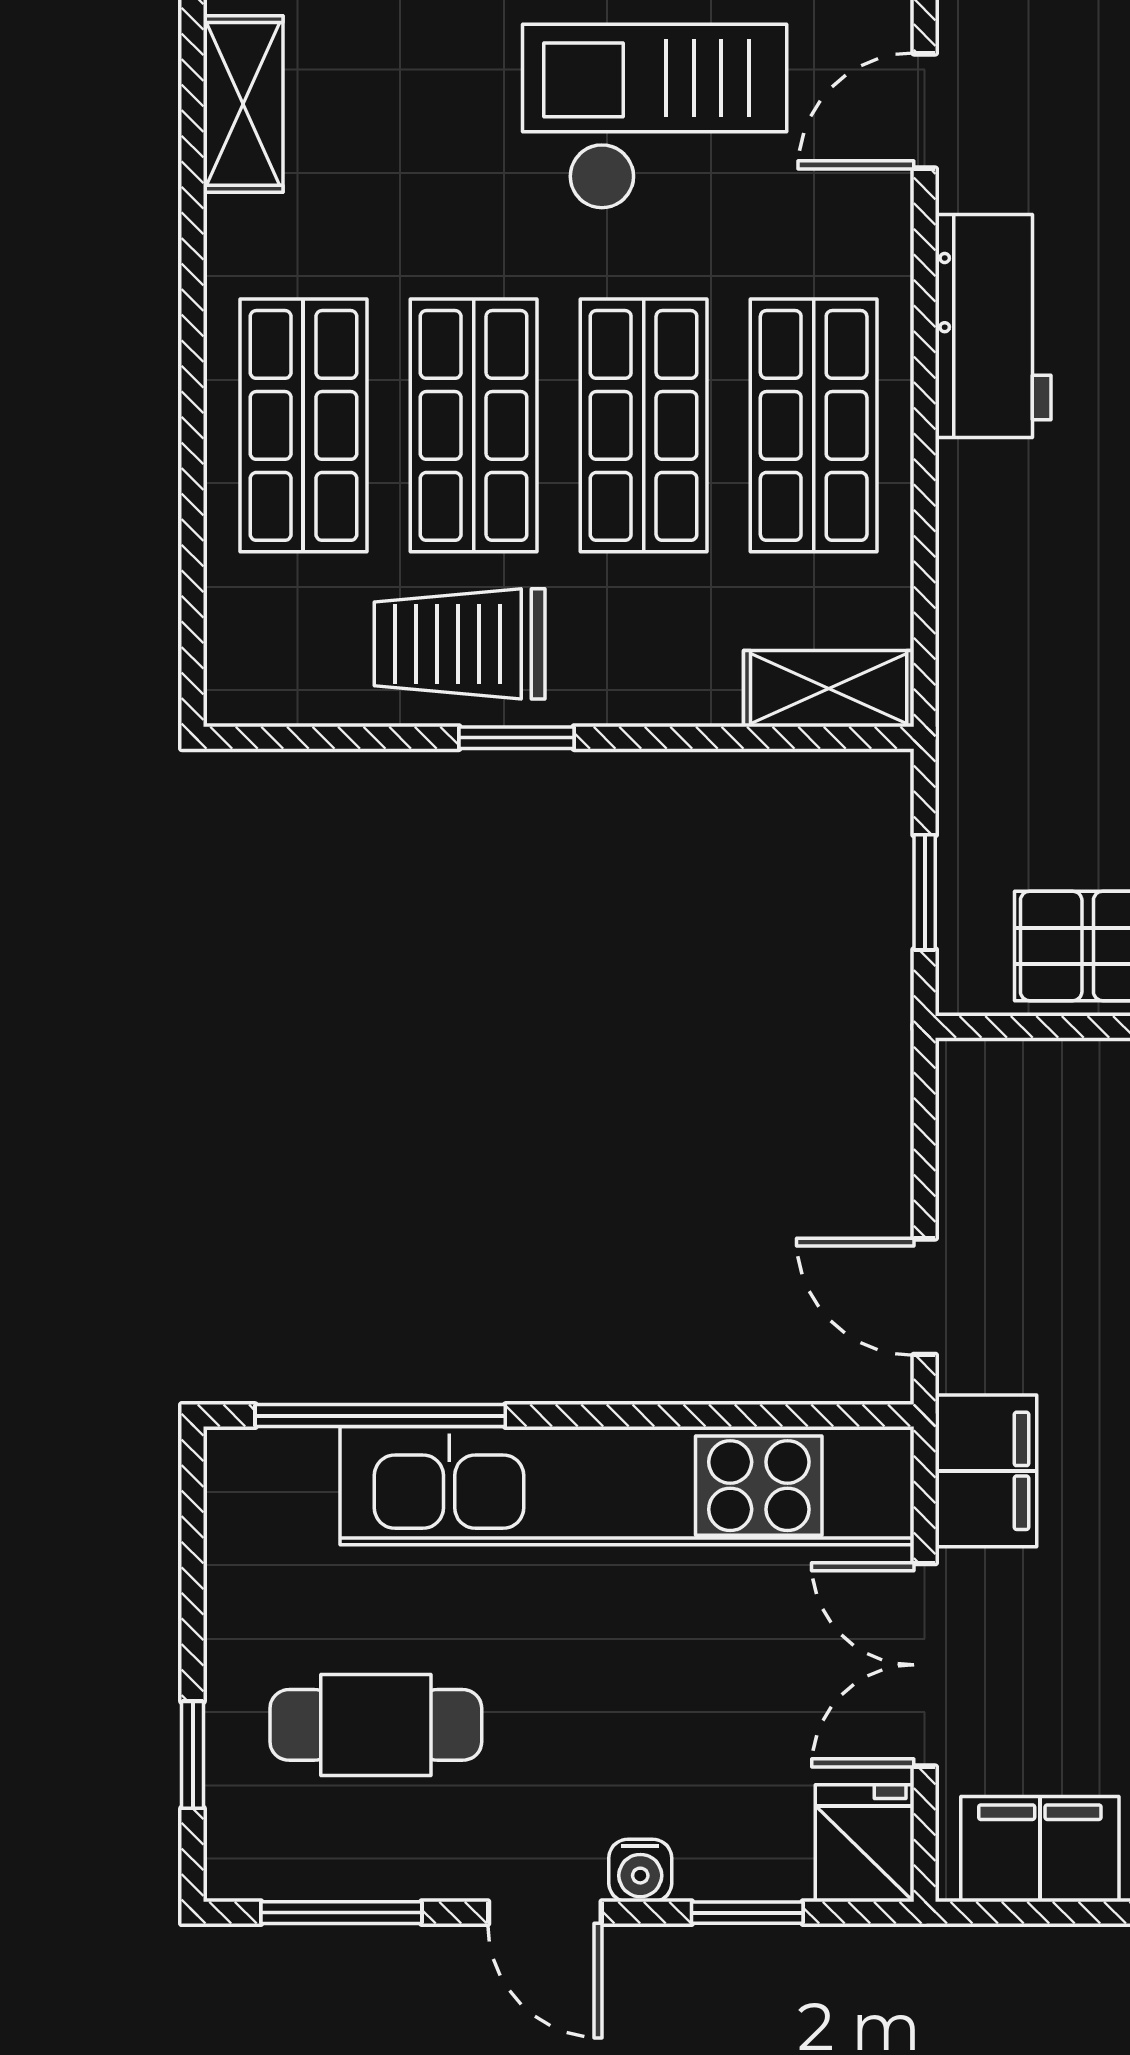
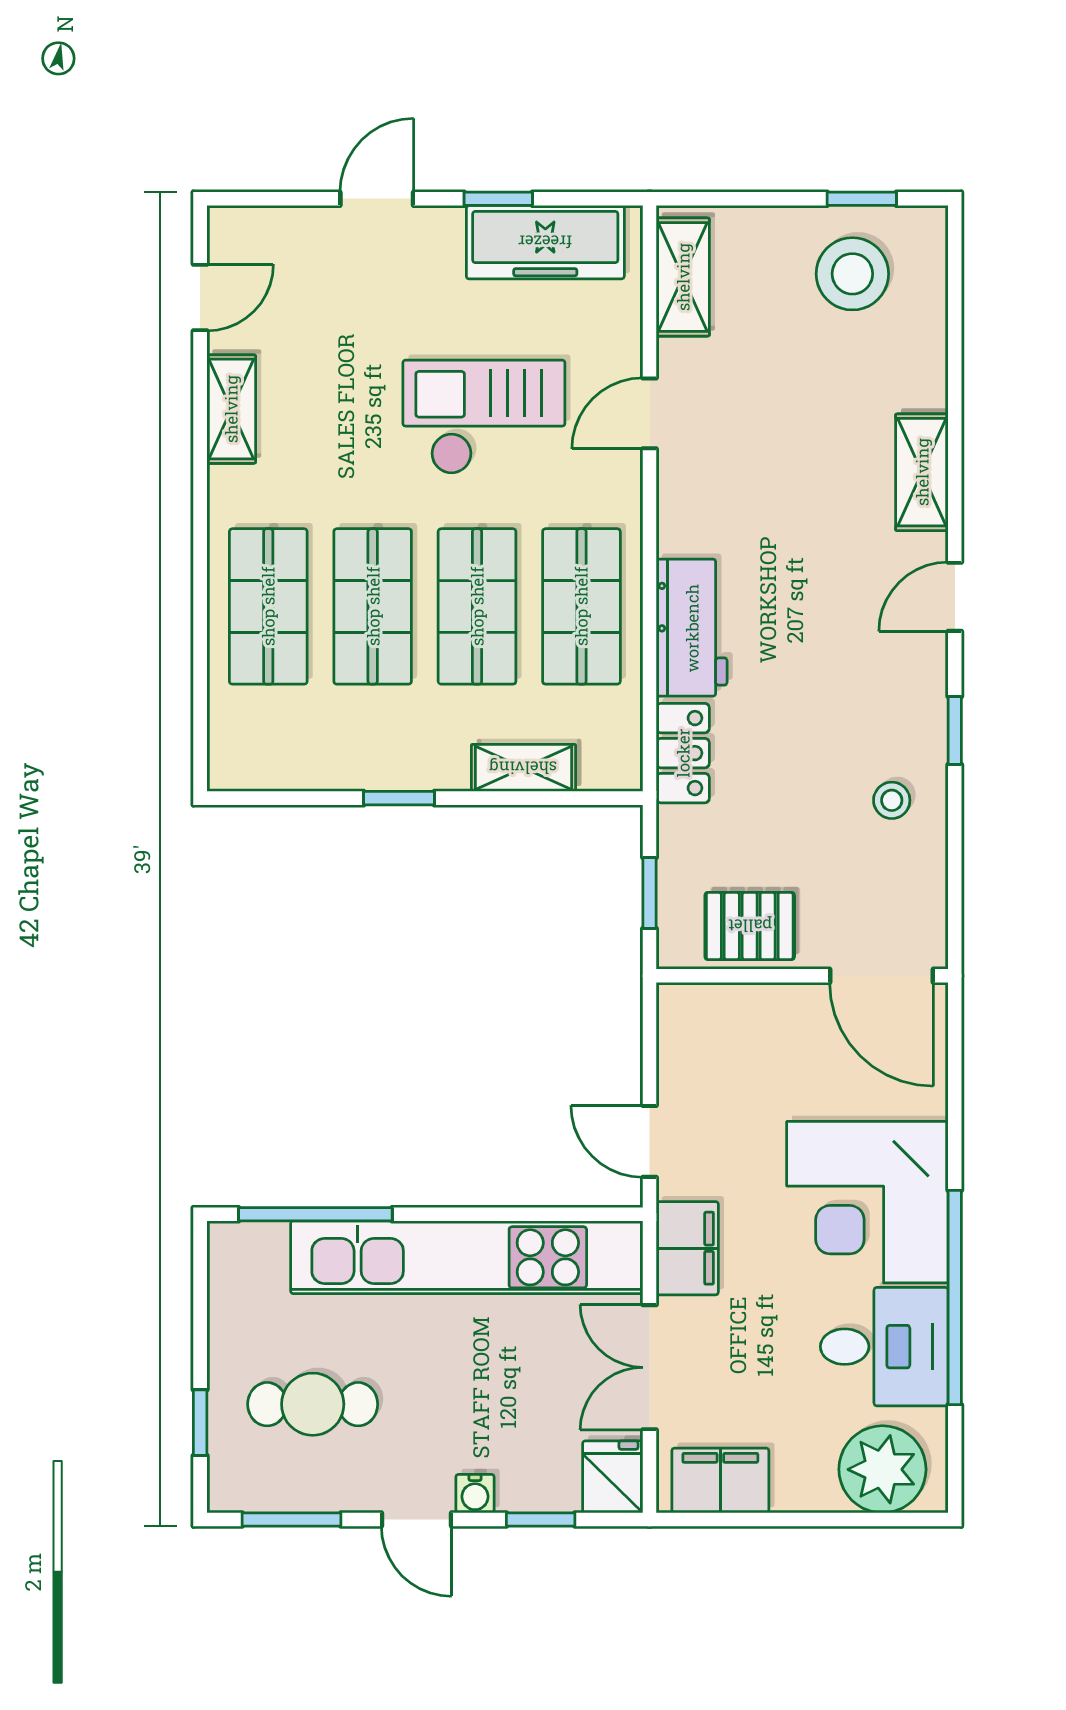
workbench: (993, 326) -> (692, 628), moved
trolley: (460, 644) -> (364, 741), removed
locker: (979, 664) -> (683, 753), added
shelving: (829, 689) -> (523, 768), moved

